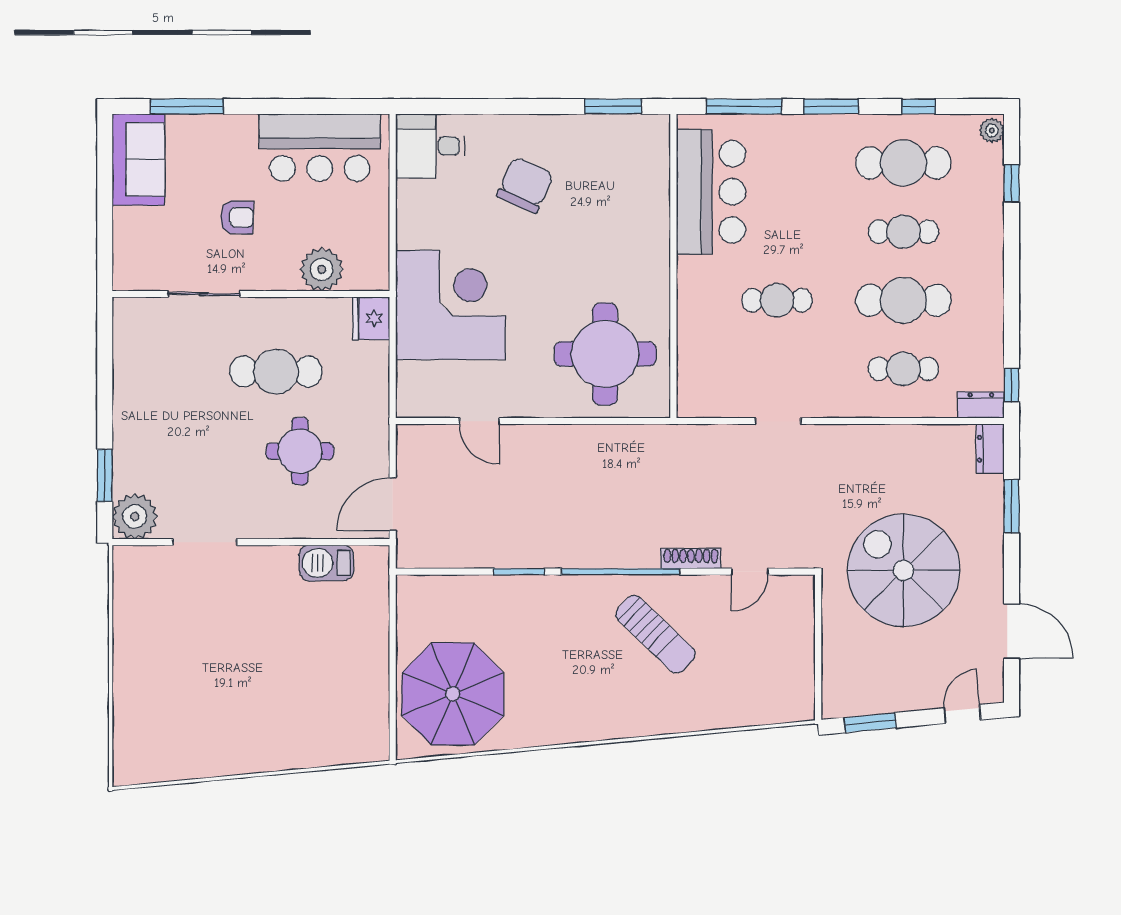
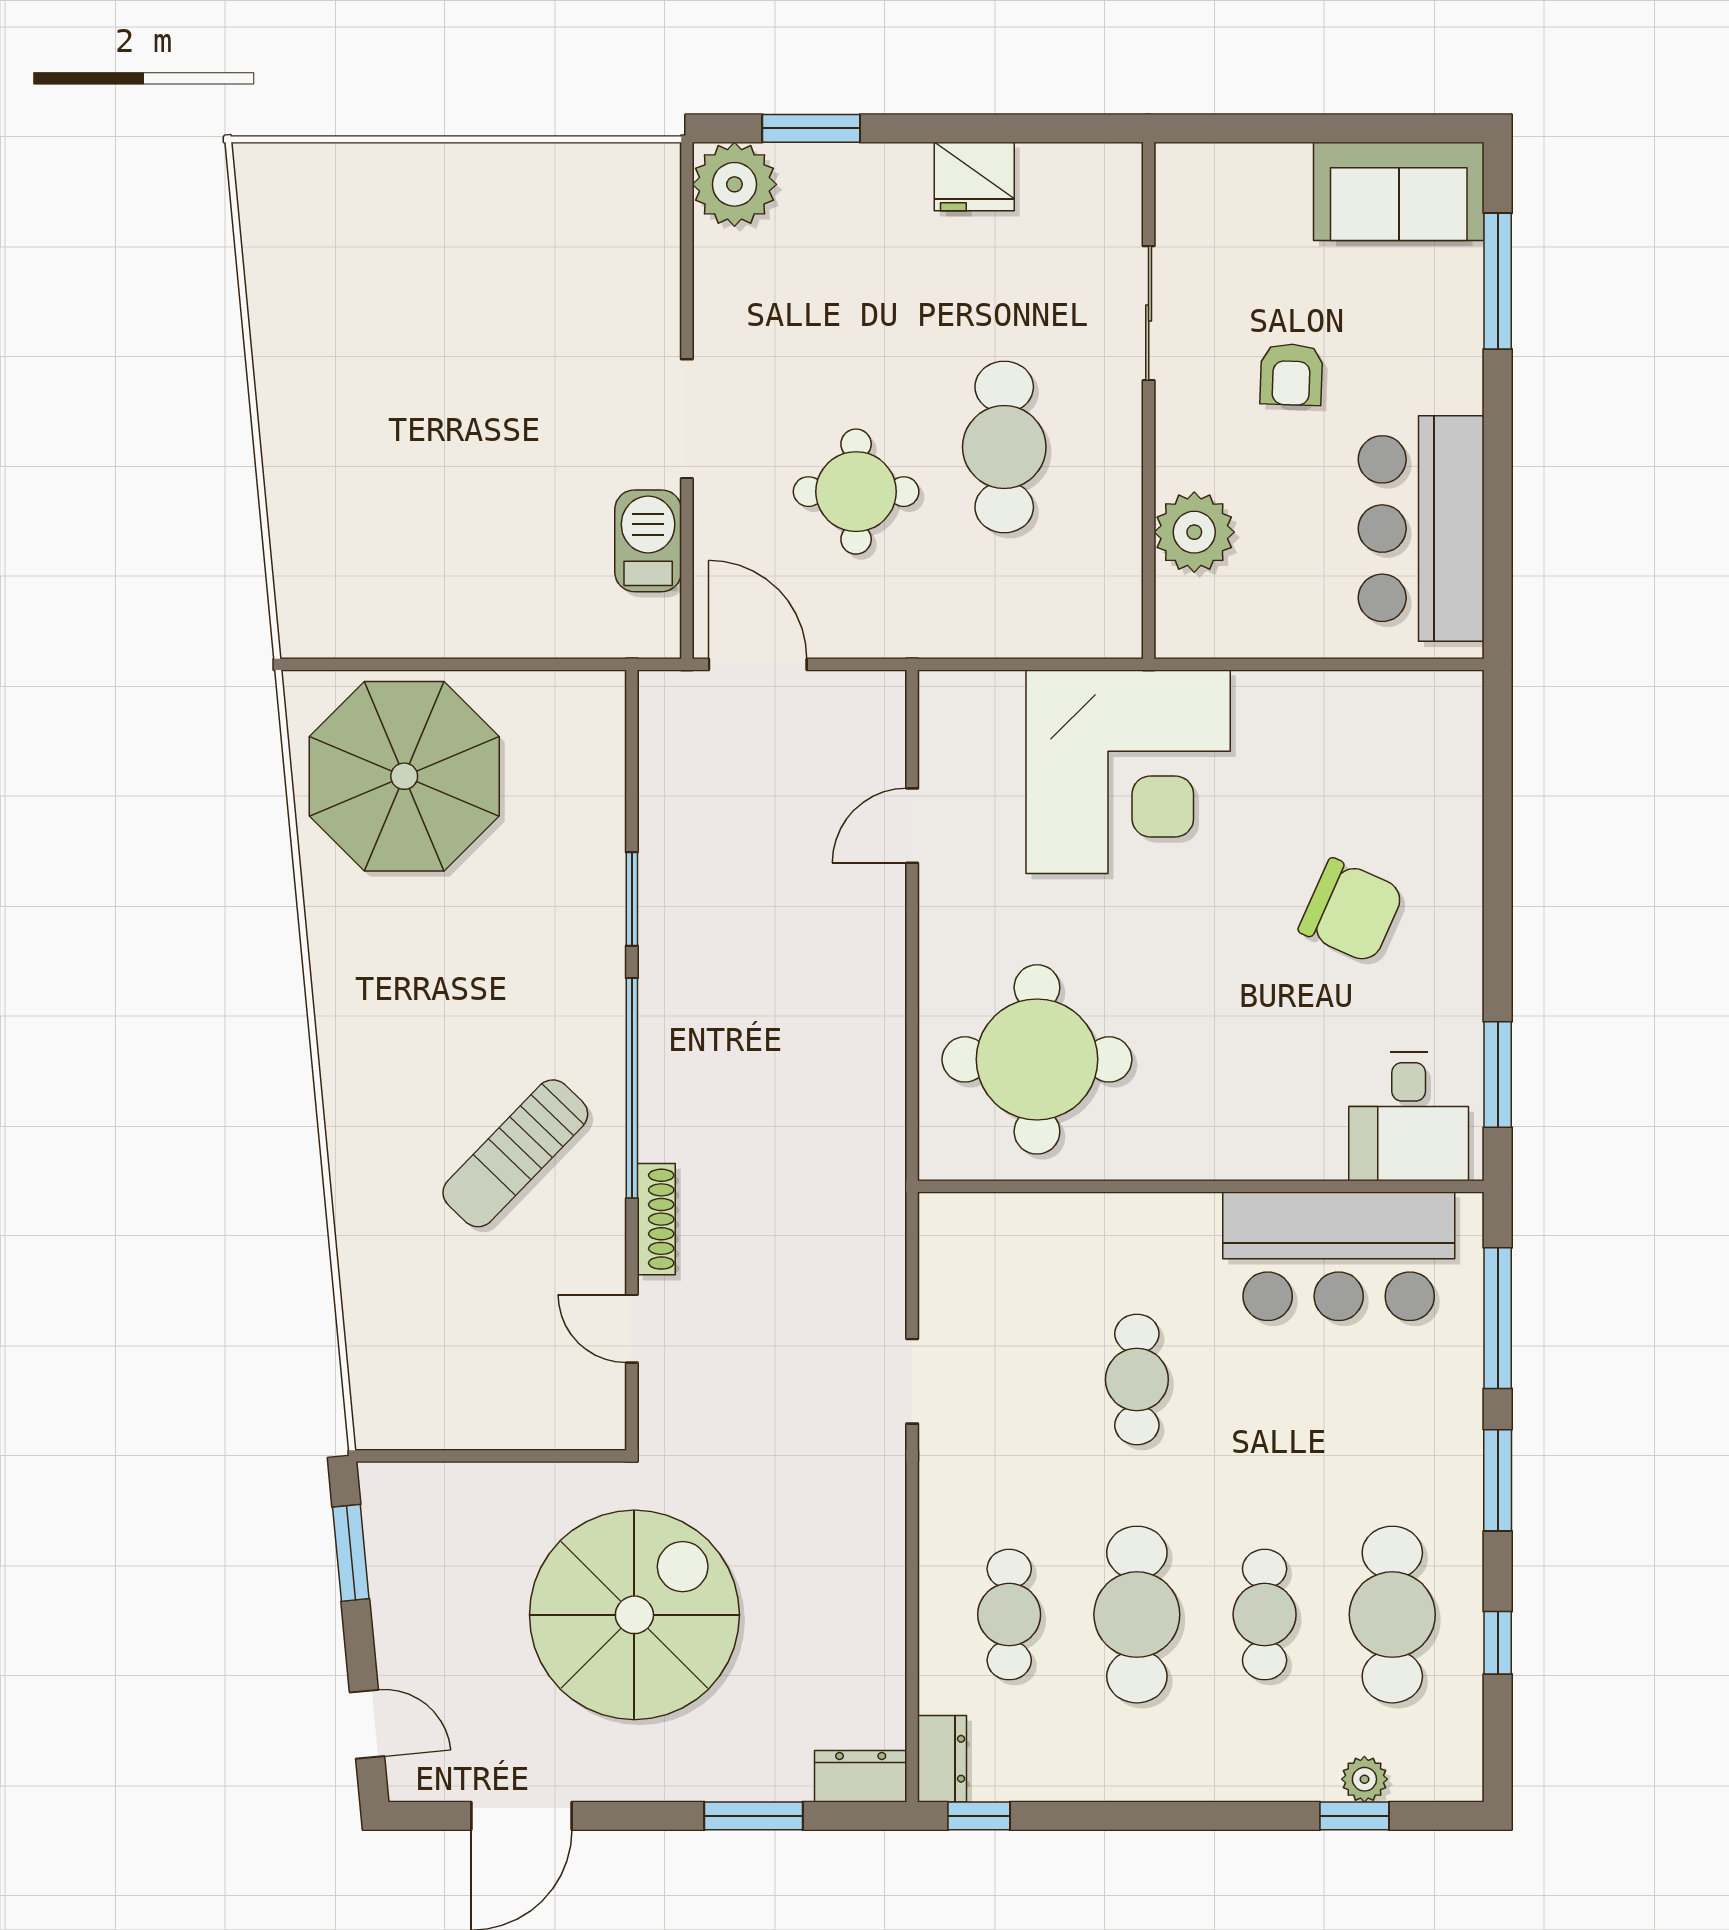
plant: (992, 130) -> (1364, 1779), moved
desk: (430, 146) -> (1409, 1117), moved, turned 180
fridge: (371, 318) -> (974, 177), moved, turned 180
doorway: (205, 542) -> (687, 419), moved

